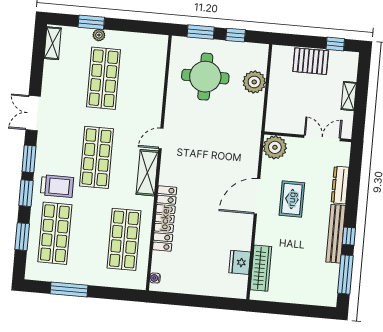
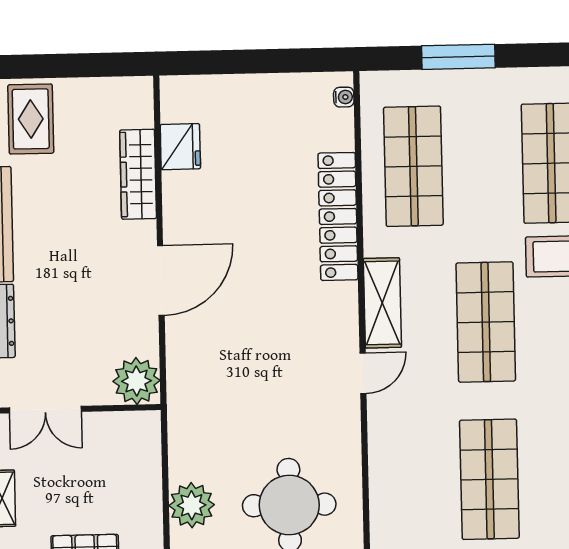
rug: (292, 199) -> (31, 119), moved
wardrobe: (261, 268) -> (138, 174), moved
window: (69, 289) -> (458, 57), moved

